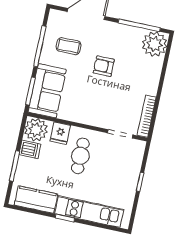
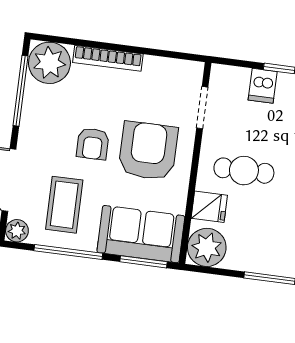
plant: (55, 16) -> (17, 231), added
coffee table: (69, 46) -> (64, 205), width x1.36, depth x1.30
armchair: (97, 99) -> (148, 151), added
bookcase: (147, 116) -> (108, 58), moved
dishwasher: (30, 149) -> (263, 86), moved, turned 180

